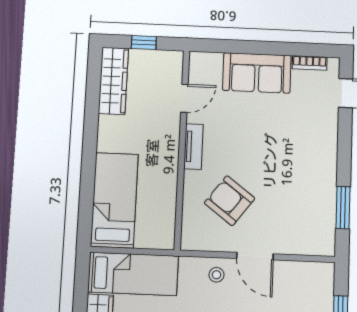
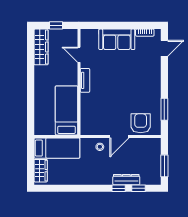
door: (184, 98) -> (79, 55), swing flipped
bed: (114, 200) -> (66, 110), moved
armchair: (230, 201) -> (141, 123), moved, turned 53
door: (255, 256) -> (119, 136), hinge flipped

